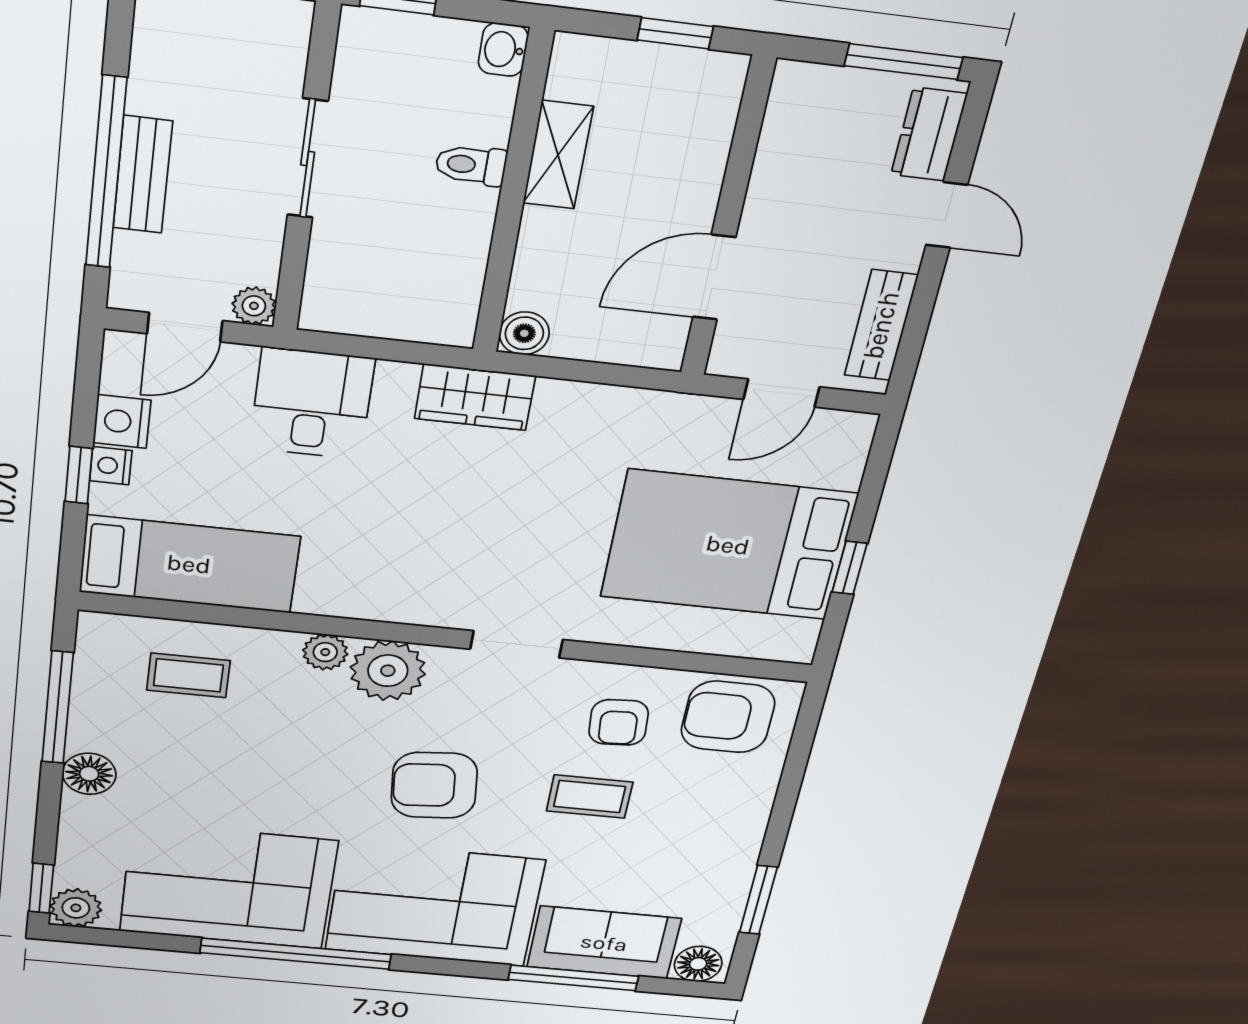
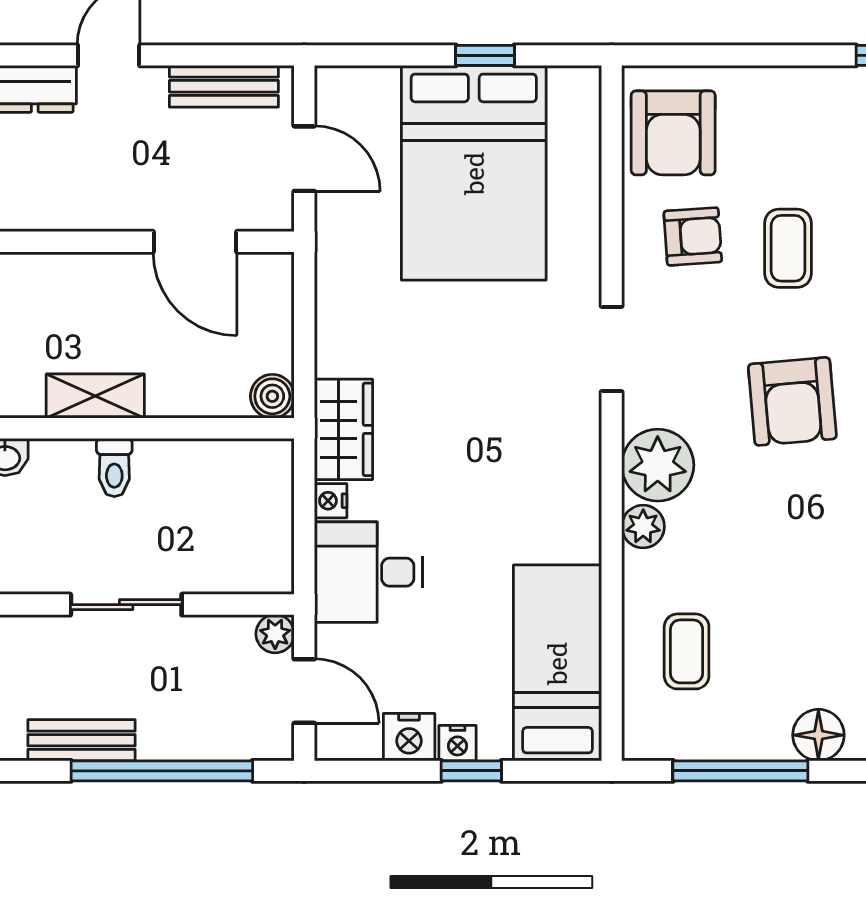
bench: (143, 175) -> (82, 740), moved
nightstand: (397, 376) -> (331, 501), added

